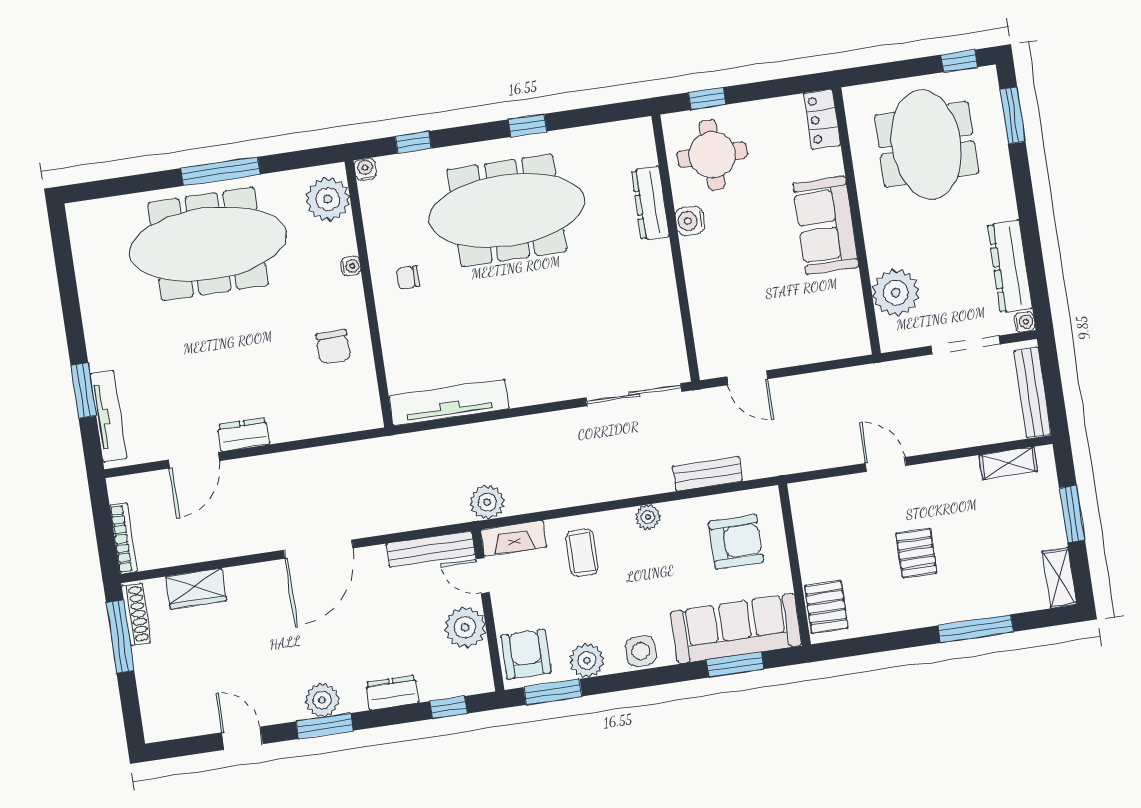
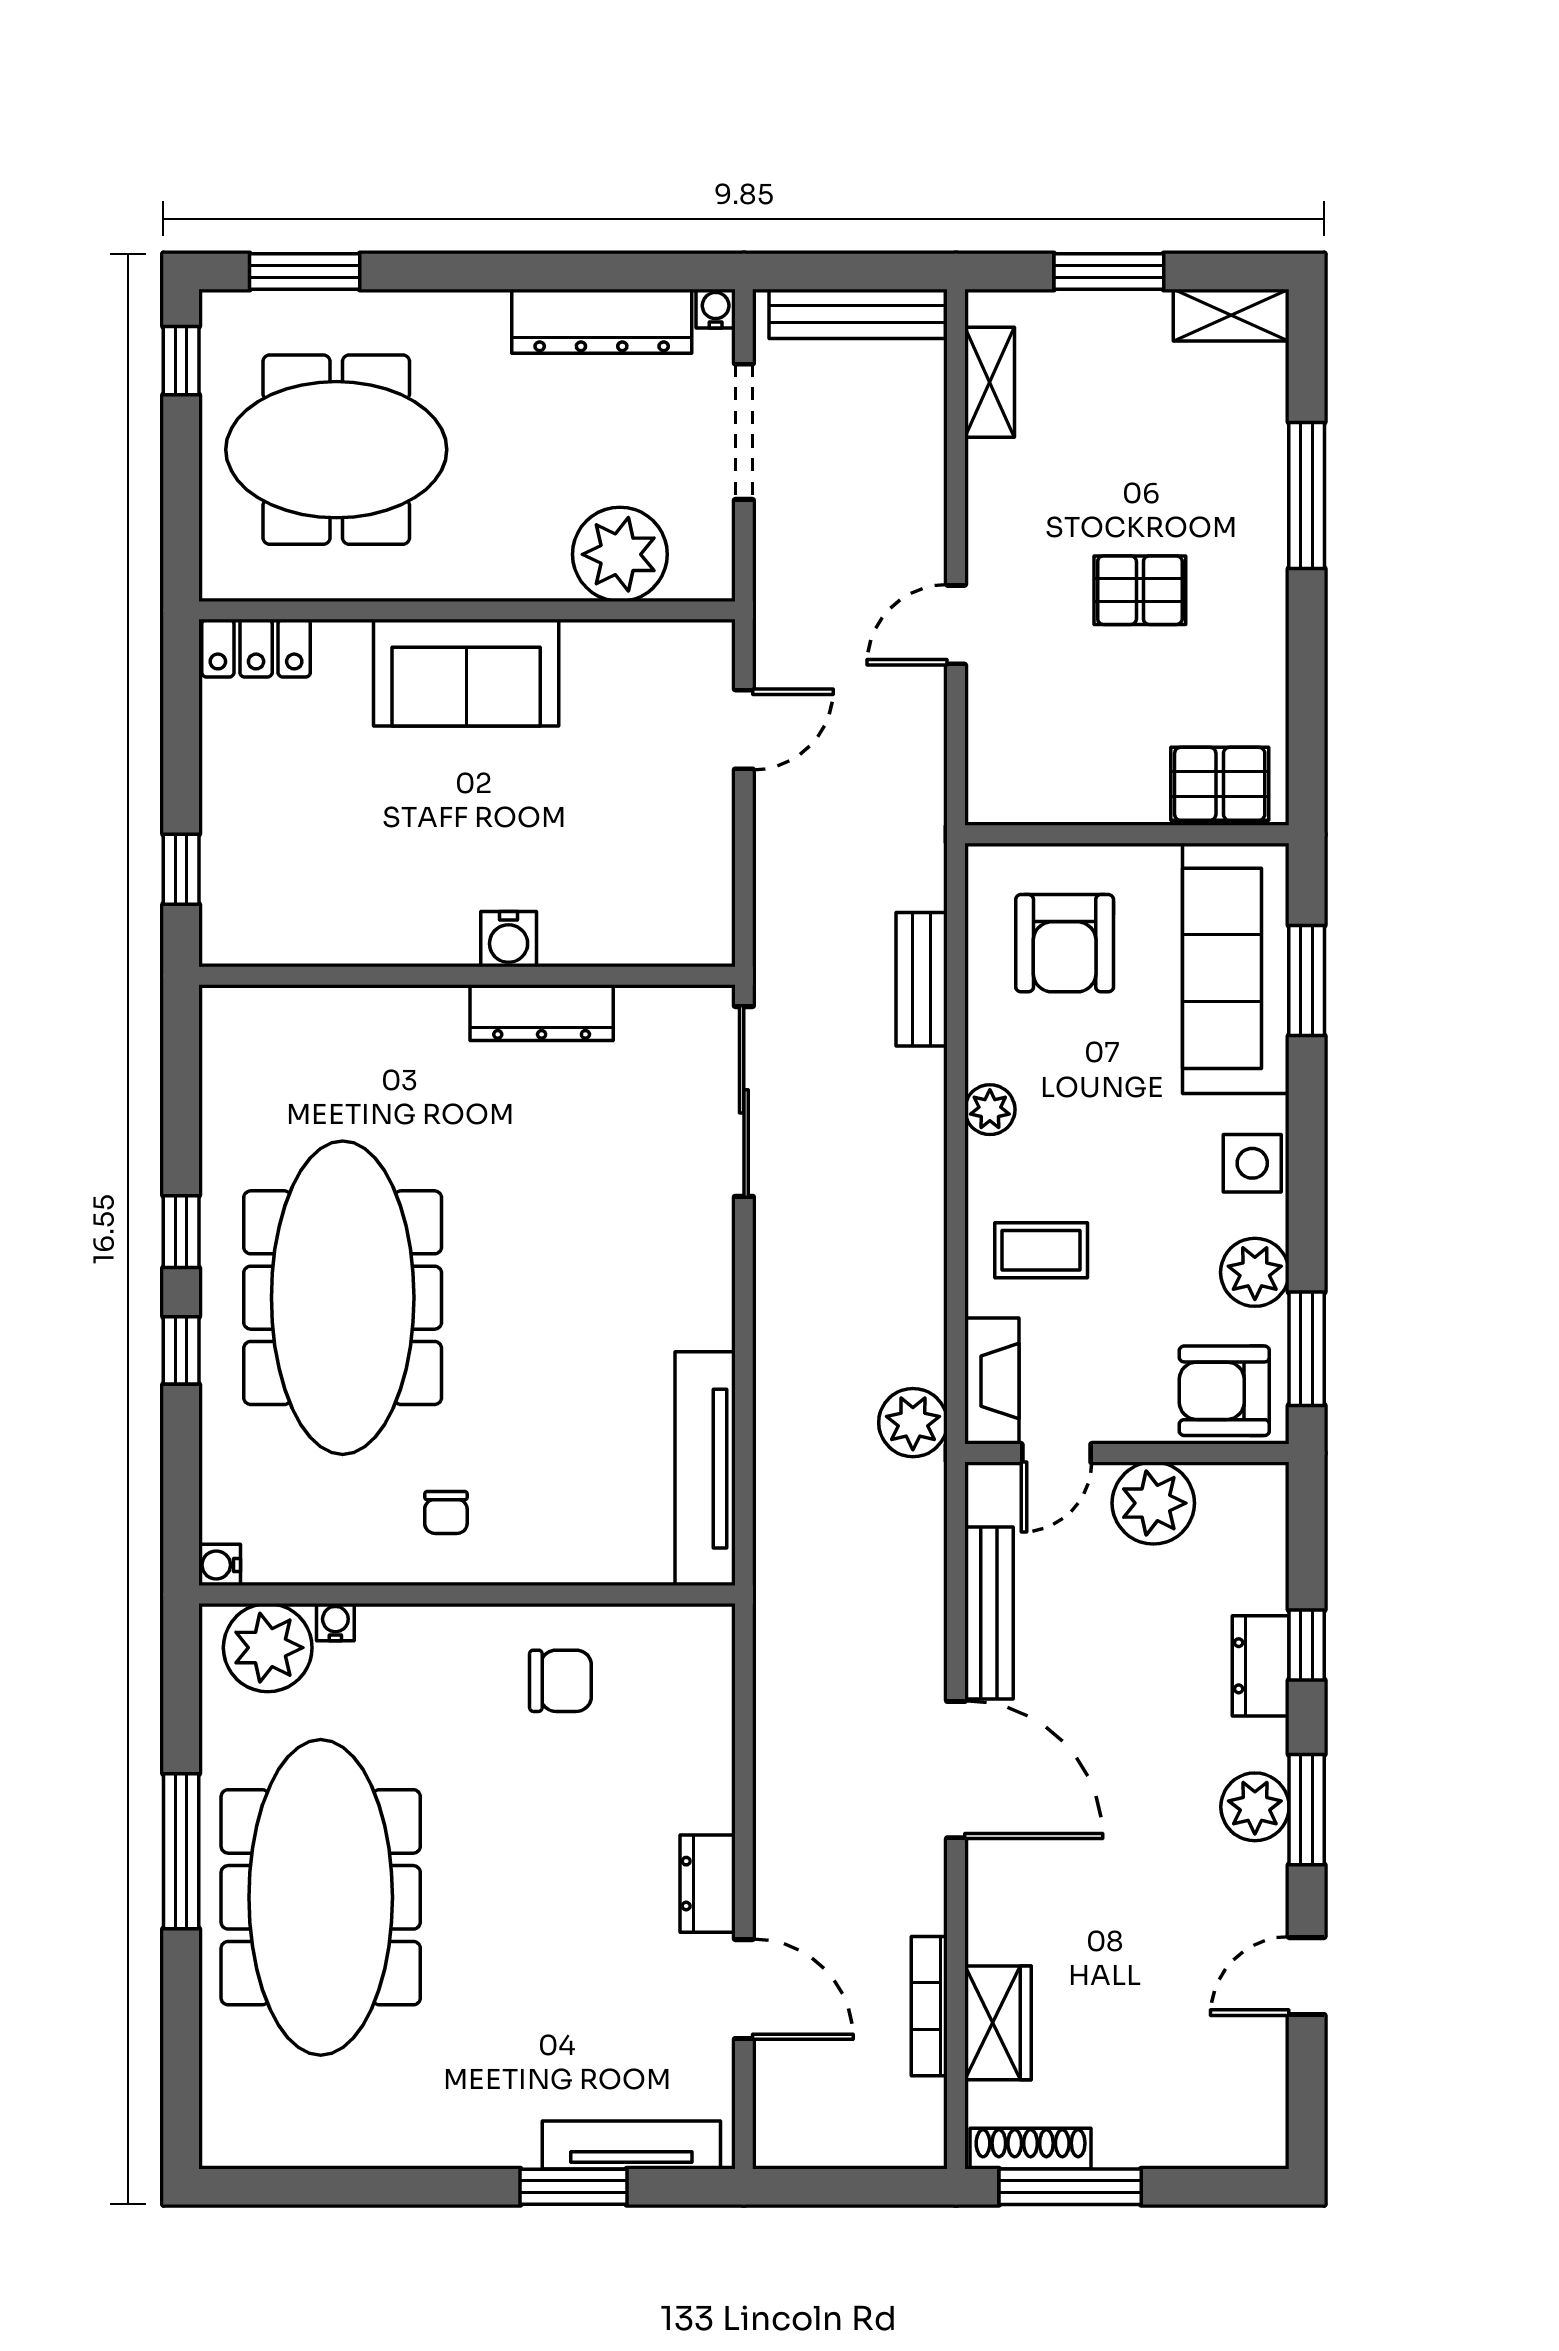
window: (413, 142) -> (181, 1350), moved
round table: (712, 155) -> (294, 876), removed
dresser: (650, 203) -> (542, 1013), moved
water cooler: (690, 221) -> (509, 939), moved
water cooler: (351, 266) -> (335, 1622), moved
door: (747, 378) -> (744, 729), moved
bookcase: (123, 539) -> (929, 2006), moved, turned -90
armchair: (736, 542) -> (1065, 943), turned 180
bench: (431, 549) -> (989, 1613), moved
window: (449, 707) -> (1307, 1645), moved

